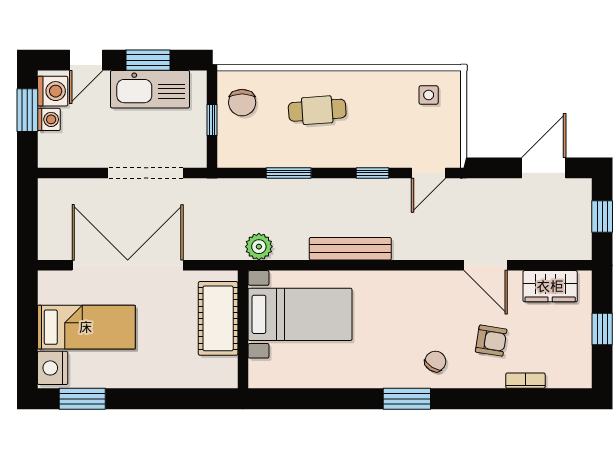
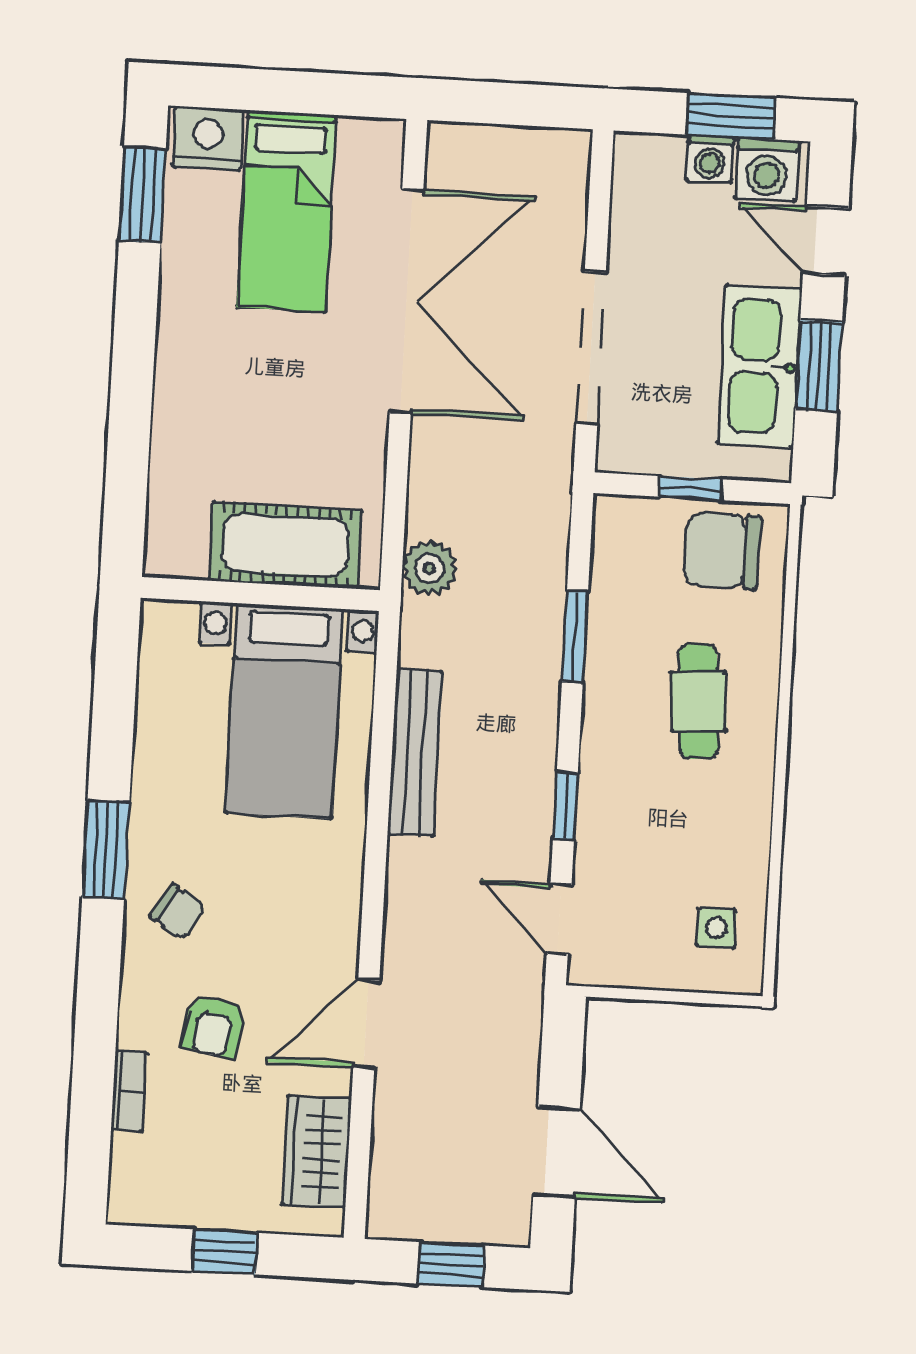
chair: (242, 103) -> (722, 551), width x1.37, depth x1.37
bed with nightstands: (300, 314) -> (284, 711), moved
cot: (218, 318) -> (285, 545), moved
wall: (243, 329) -> (260, 594), moved

